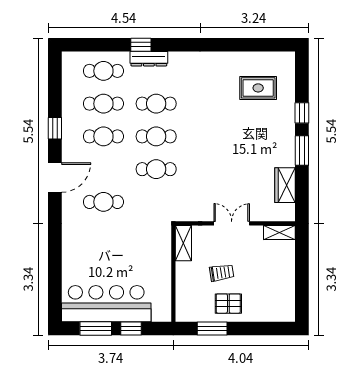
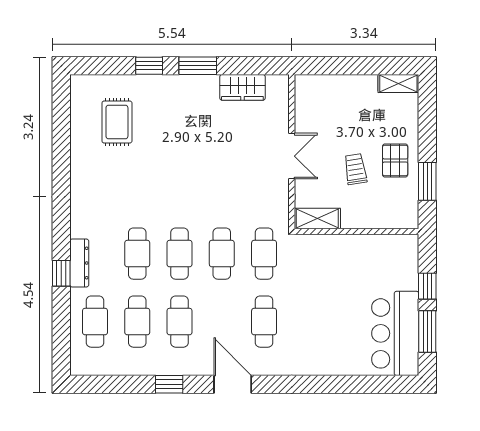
cafe table: (156, 202) -> (264, 254), added
double door: (232, 223) -> (292, 156), swing flipped
shelving: (279, 232) -> (398, 83), moved, turned 90
bar counter: (106, 304) -> (395, 333), width x0.73

